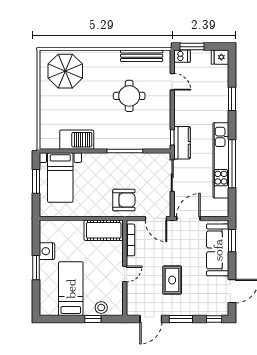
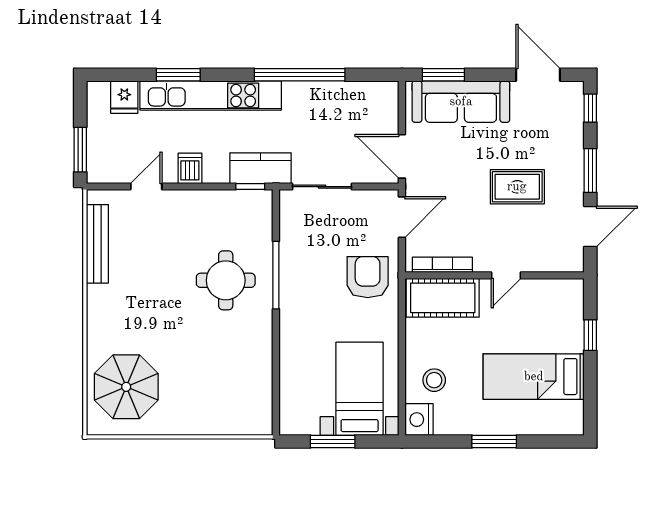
dishwasher: (182, 56) -> (190, 168), moved
fridge: (220, 57) -> (124, 97), moved
round table: (129, 96) -> (226, 280), moved
barbecue: (77, 140) -> (255, 365), removed
kitchen unit: (221, 160) -> (211, 95), moved
bed with nightstands: (60, 178) -> (360, 389), moved, turned -90
cot: (104, 230) -> (443, 298), moved, turned 90
nightstand: (47, 251) -> (419, 420), moved, turned 90
door: (125, 274) -> (506, 275), swing flipped
stool: (101, 308) -> (434, 380), moved
door: (151, 319) -> (590, 227), hinge flipped

